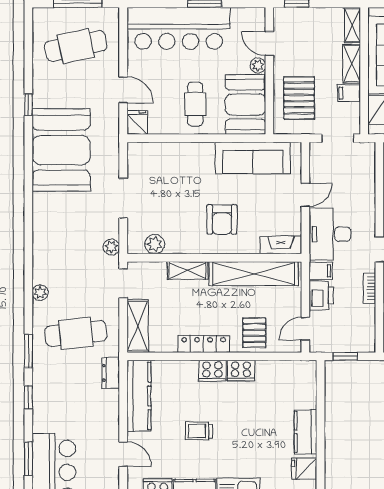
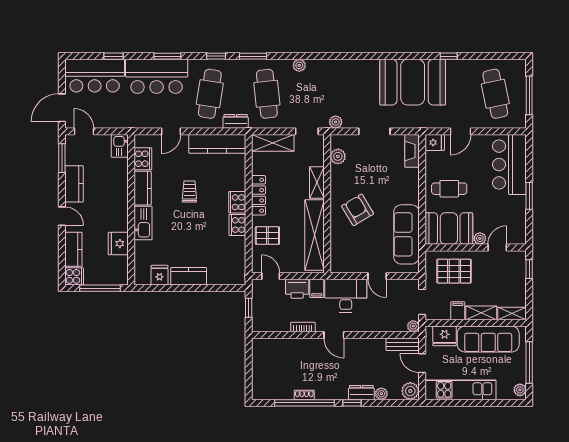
bar counter: (179, 28) -> (509, 165), width x0.73
plant: (368, 149) -> (413, 326), added
armchair: (222, 219) -> (358, 210), turned 59
fireplace: (281, 245) -> (412, 151), moved, turned 180
cafe table: (76, 405) -> (210, 94), added

